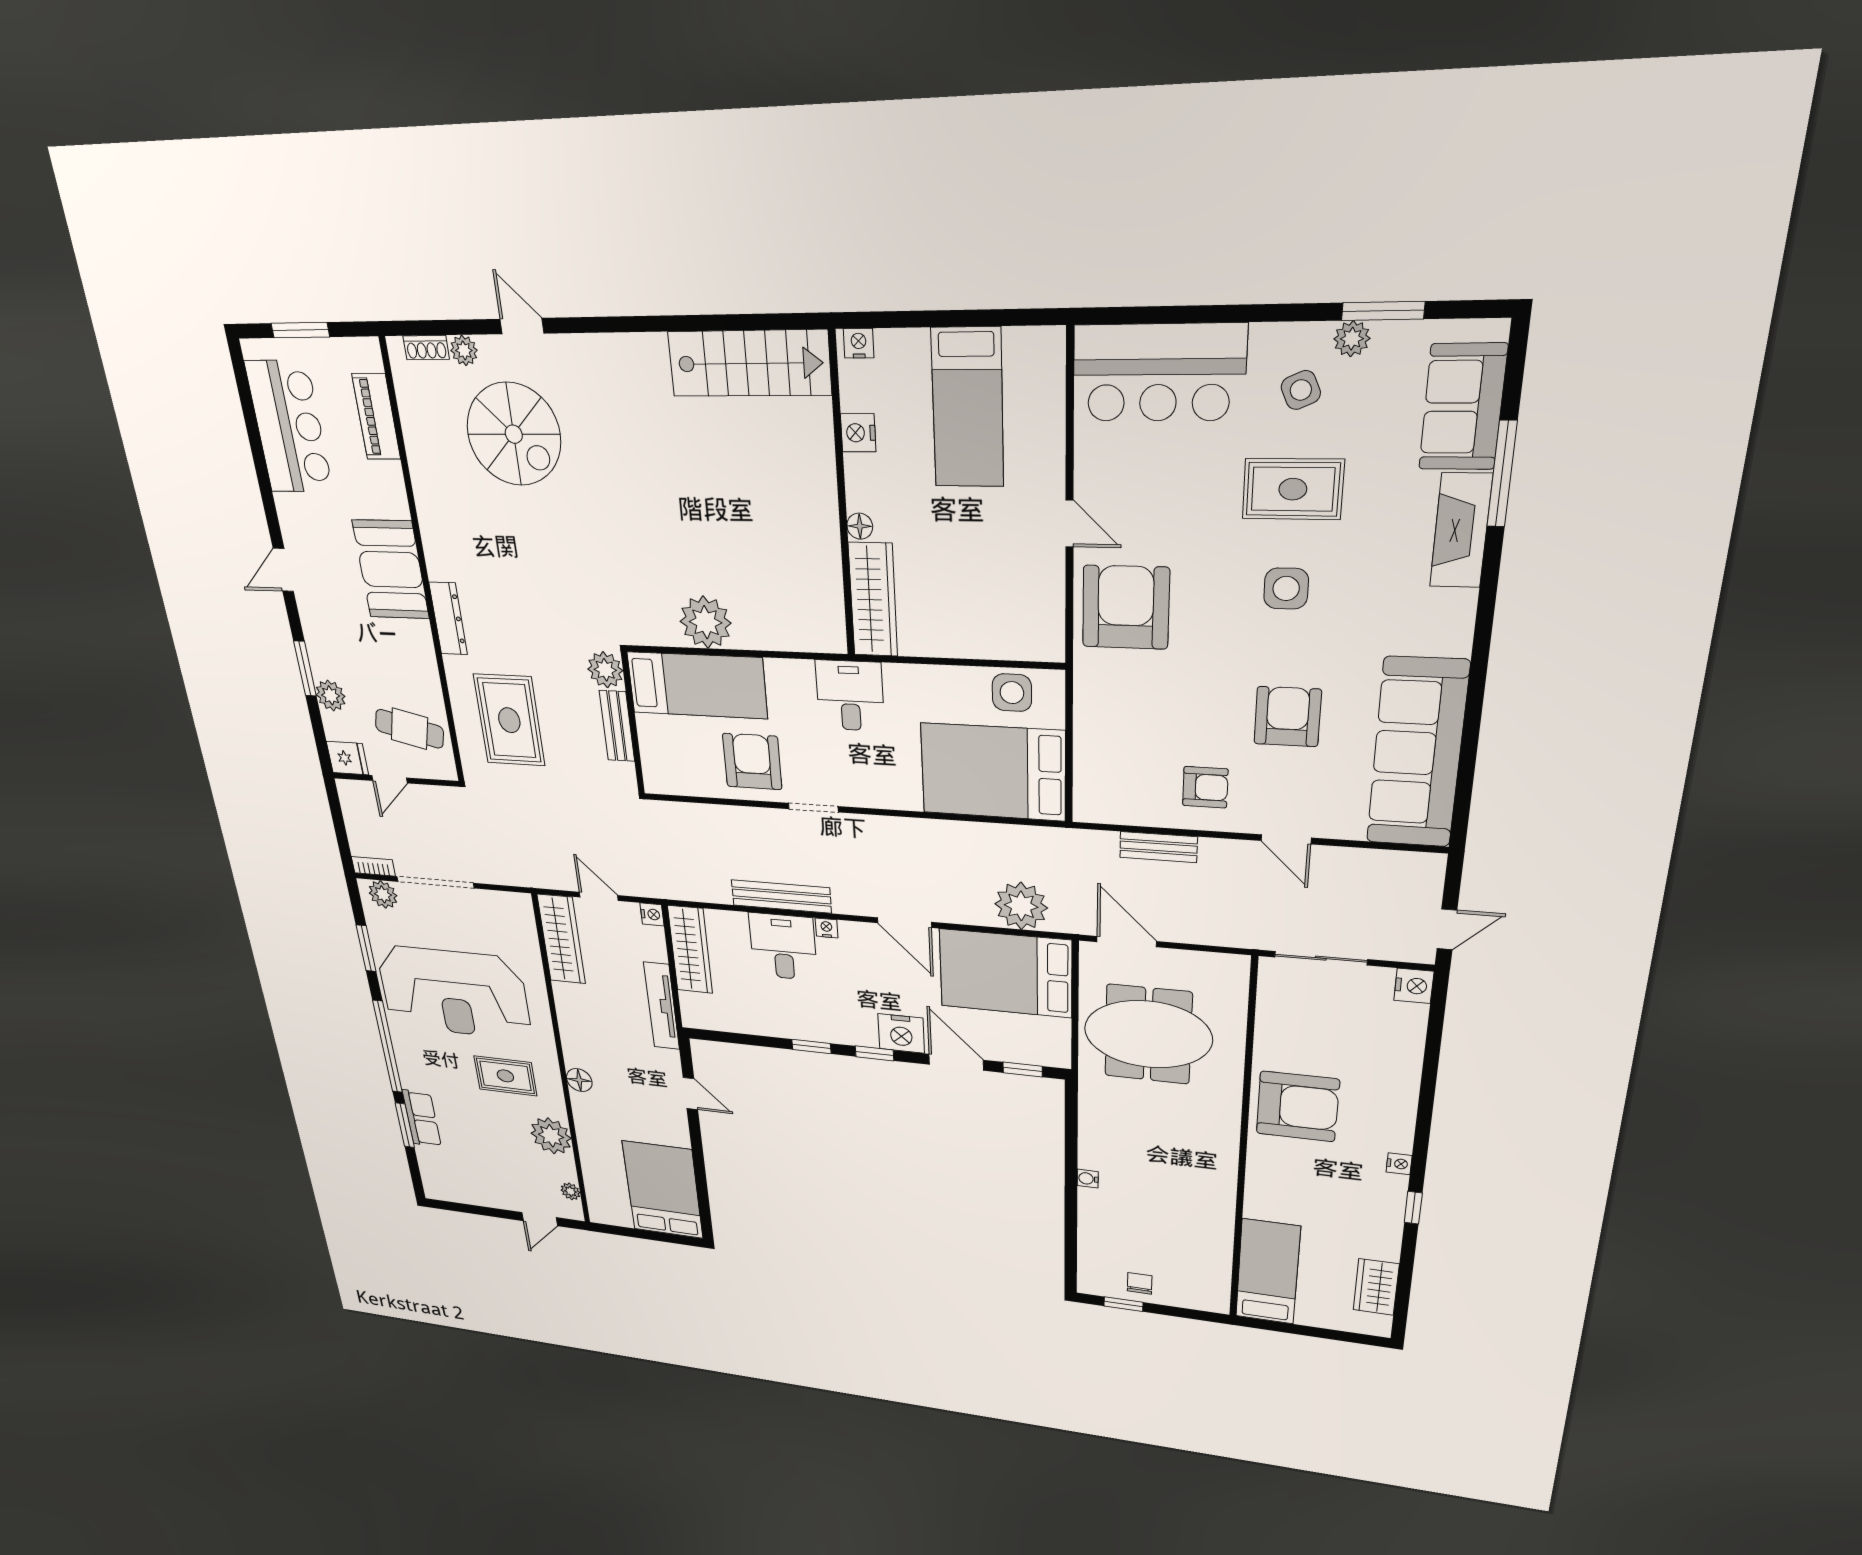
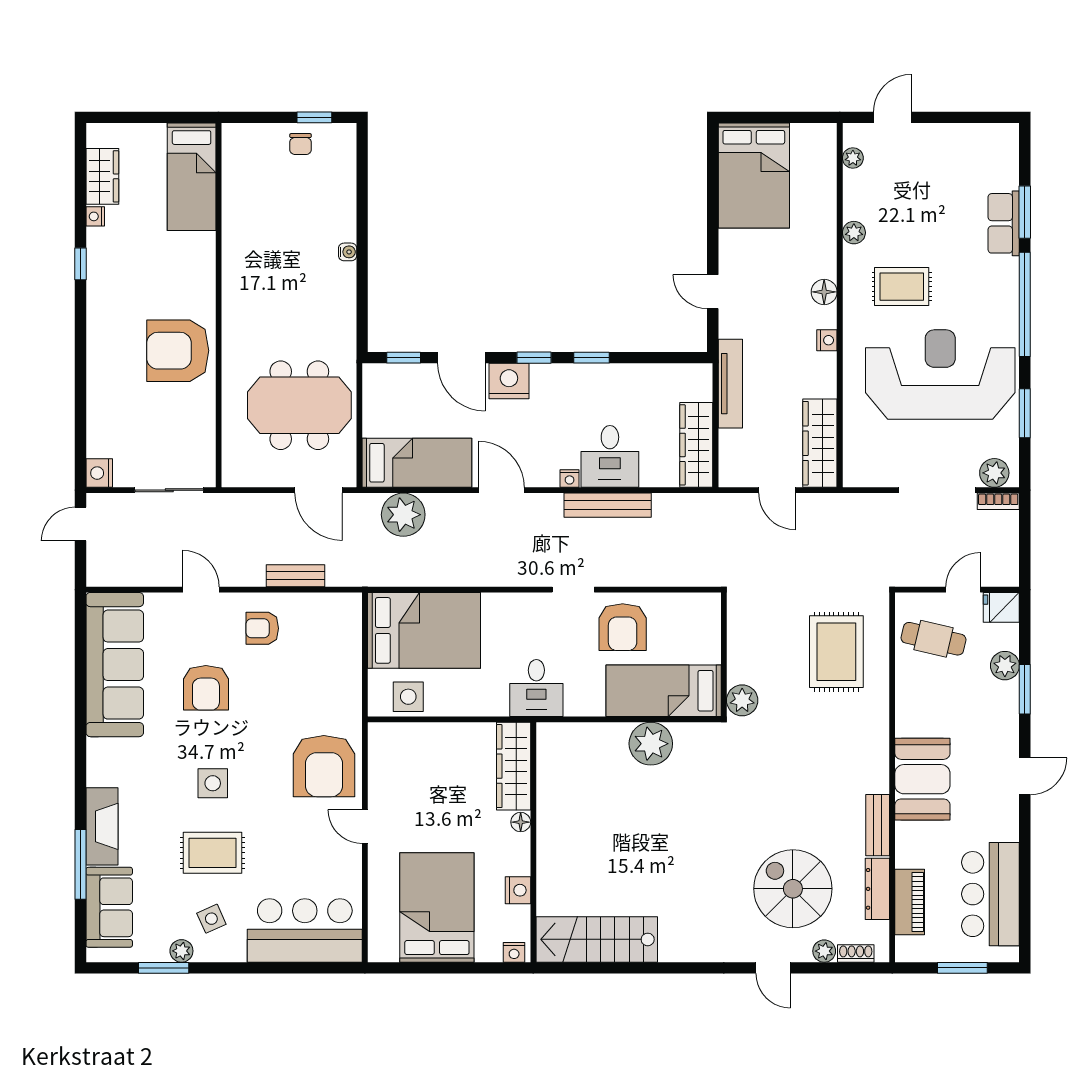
bed: (968, 408) -> (437, 908), width x1.50
dresser: (448, 619) -> (877, 889), moved
bench: (617, 726) -> (878, 825), moved
nightstand: (652, 914) -> (827, 340), moved, turned 180
bed: (1006, 973) -> (417, 463), width x0.67
plant: (551, 1136) -> (854, 233), width x0.53, depth x0.53
nightstand: (1399, 1164) -> (95, 216), moved

